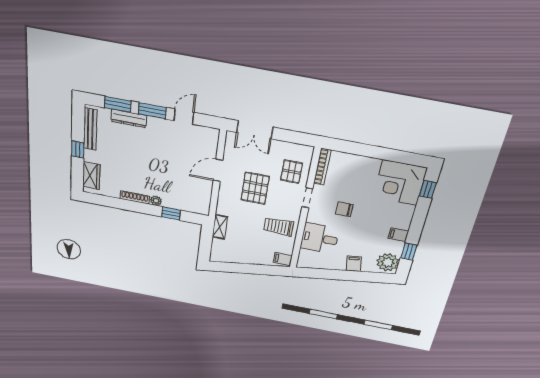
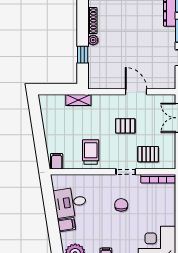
pallet: (255, 188) -> (125, 126), width x0.67, depth x0.71
desk: (320, 238) -> (70, 202), moved, turned -99

